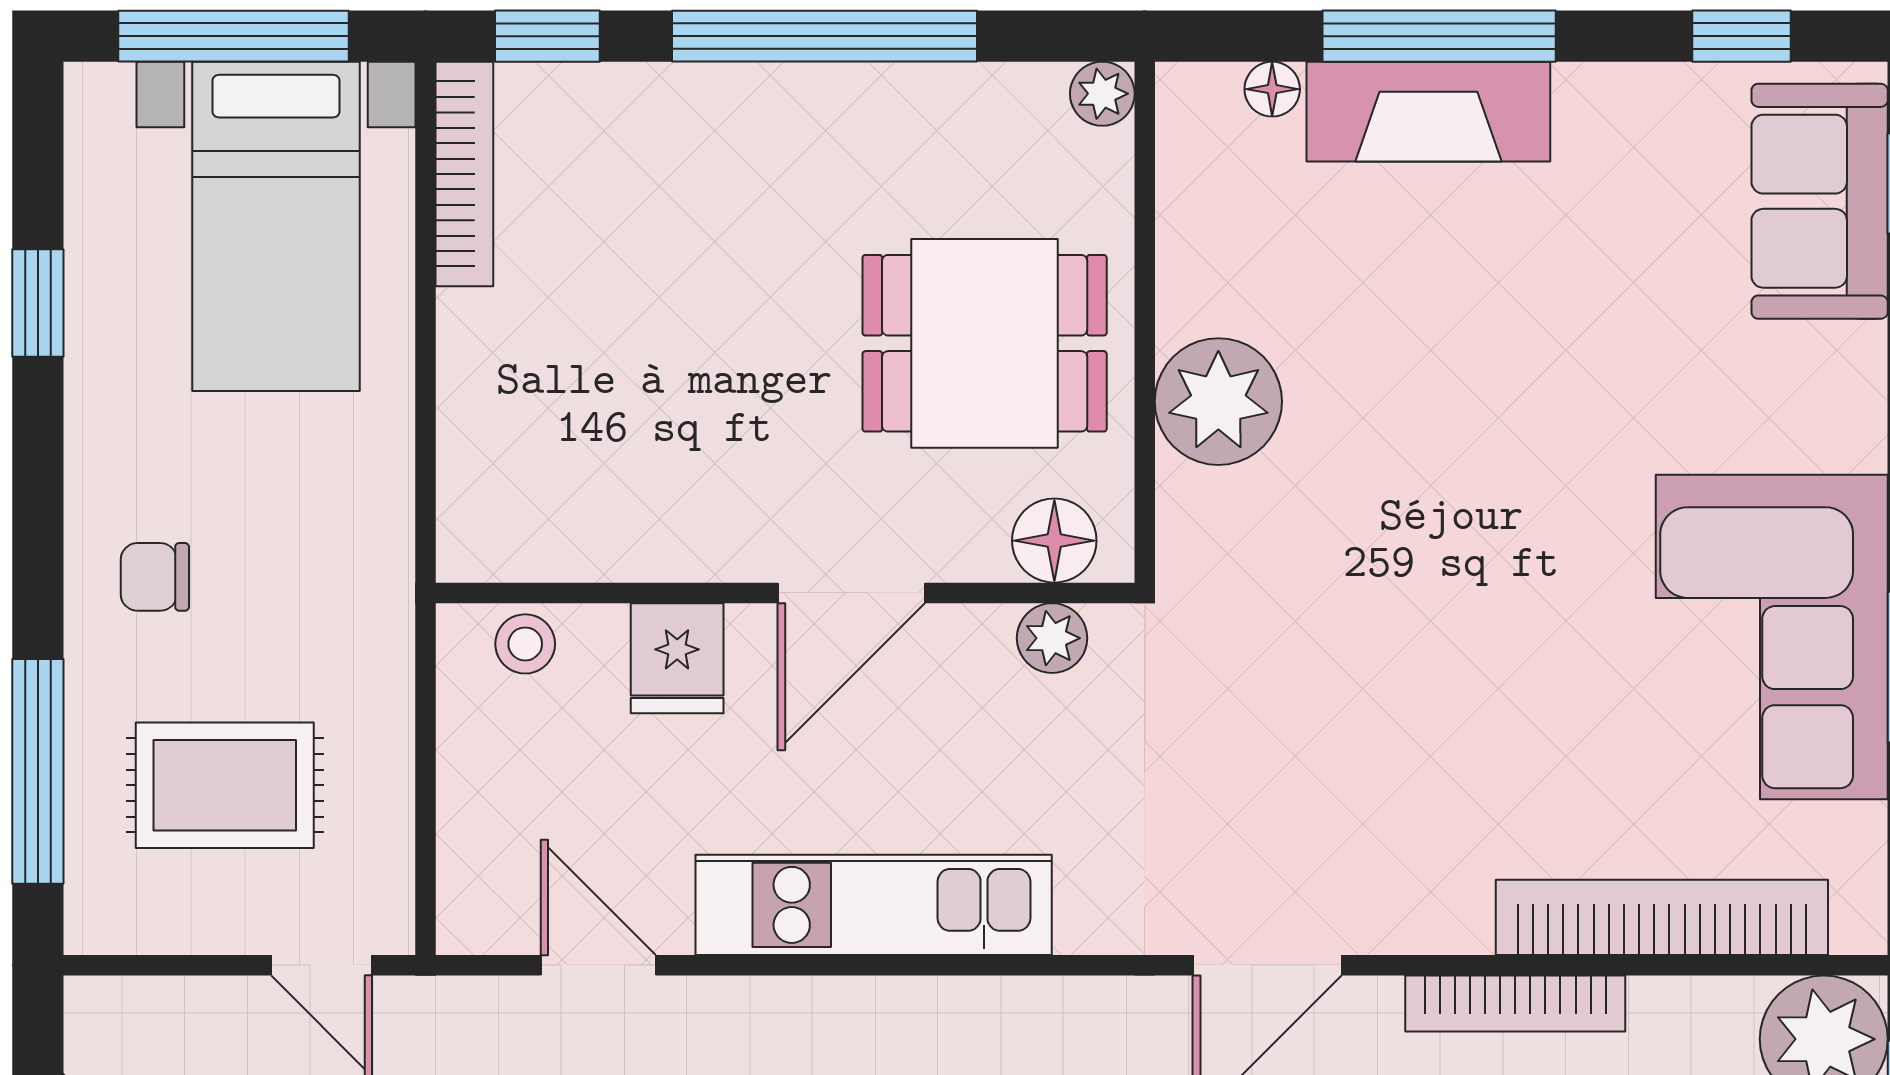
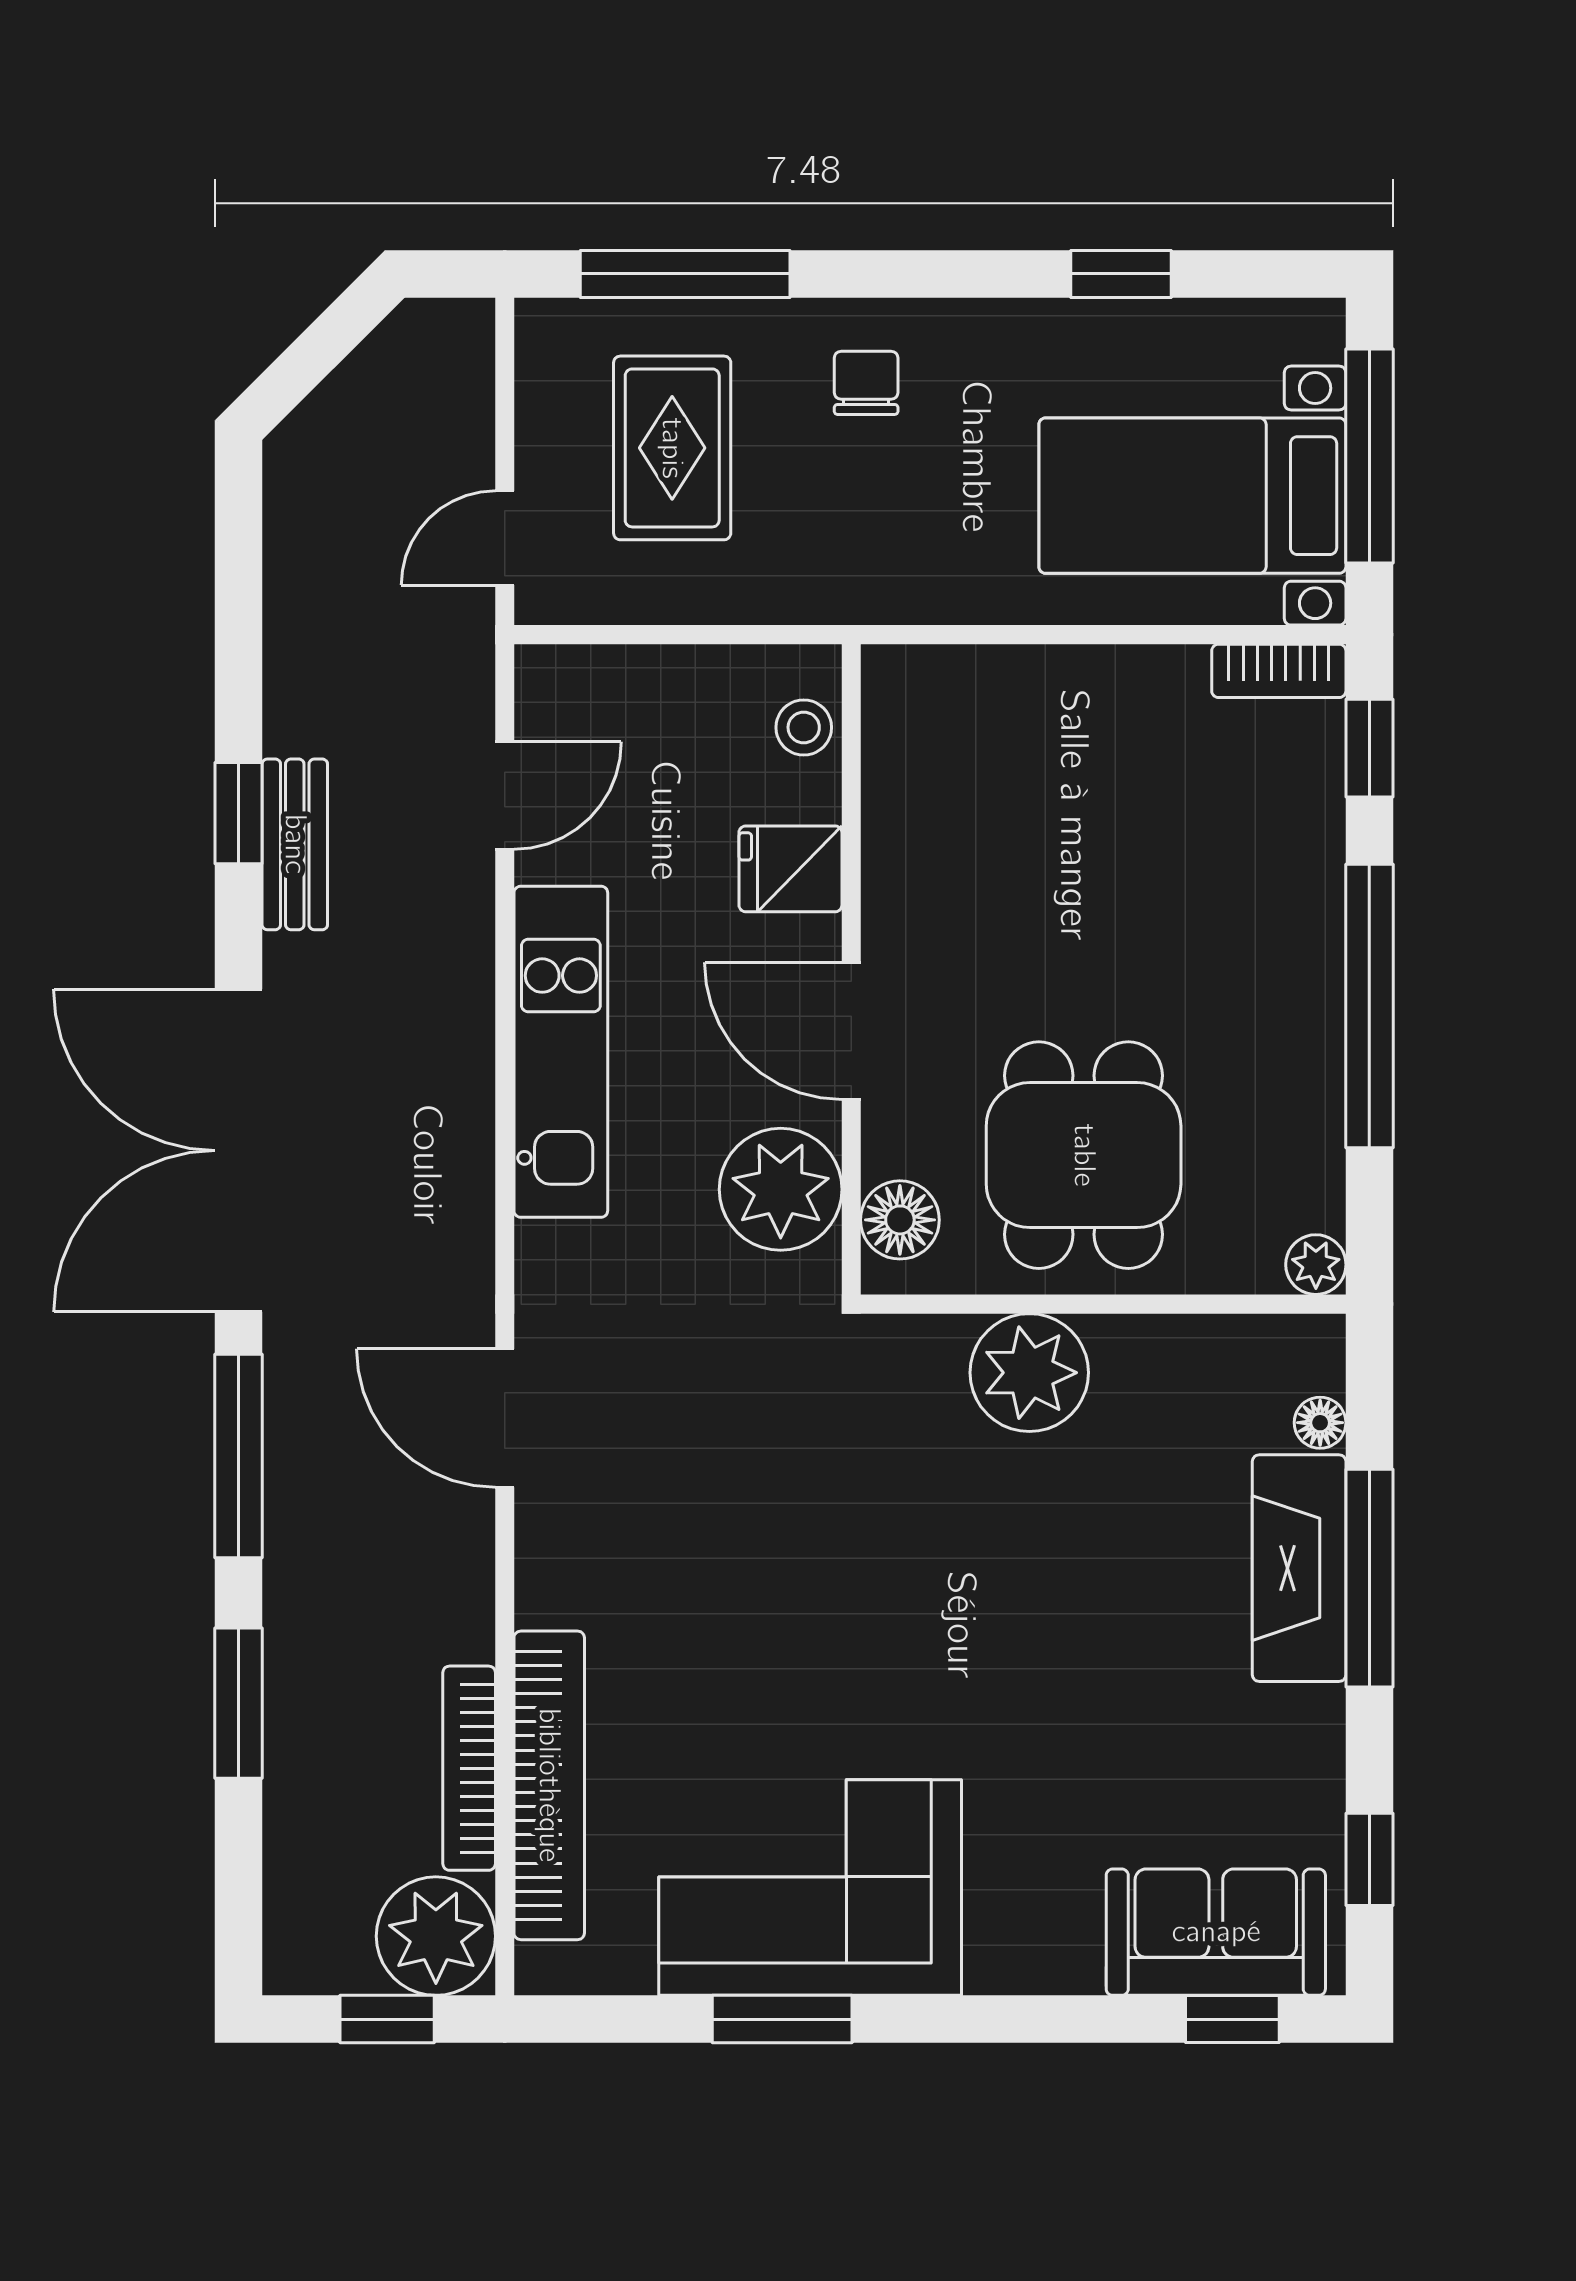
bookcase: (464, 174) -> (1279, 671), width x0.64
plant: (1052, 638) -> (781, 1189), width x1.88, depth x1.88
bookcase: (1515, 1003) -> (469, 1768), moved

